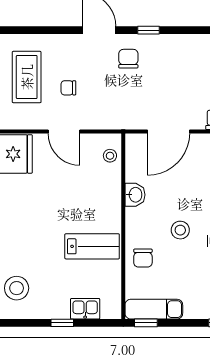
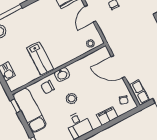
chair: (128, 59) -> (144, 27), removed
washbasin: (135, 195) -> (62, 74), moved
exam couch: (154, 309) -> (30, 110), width x1.36, depth x1.45

